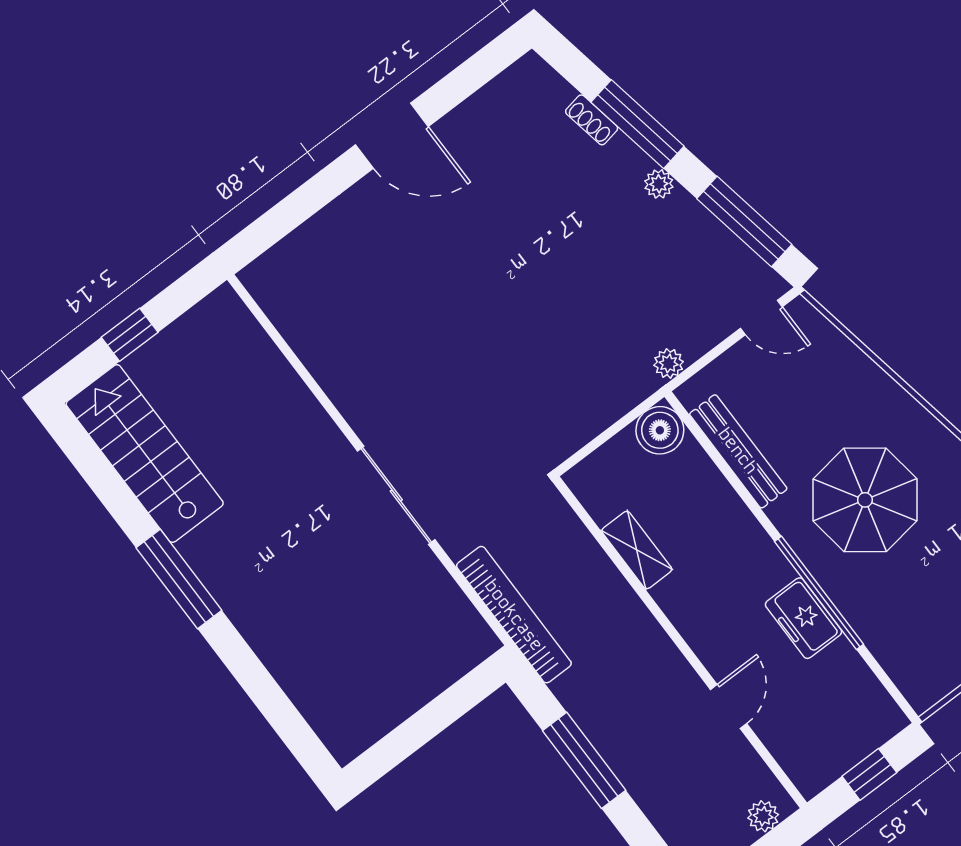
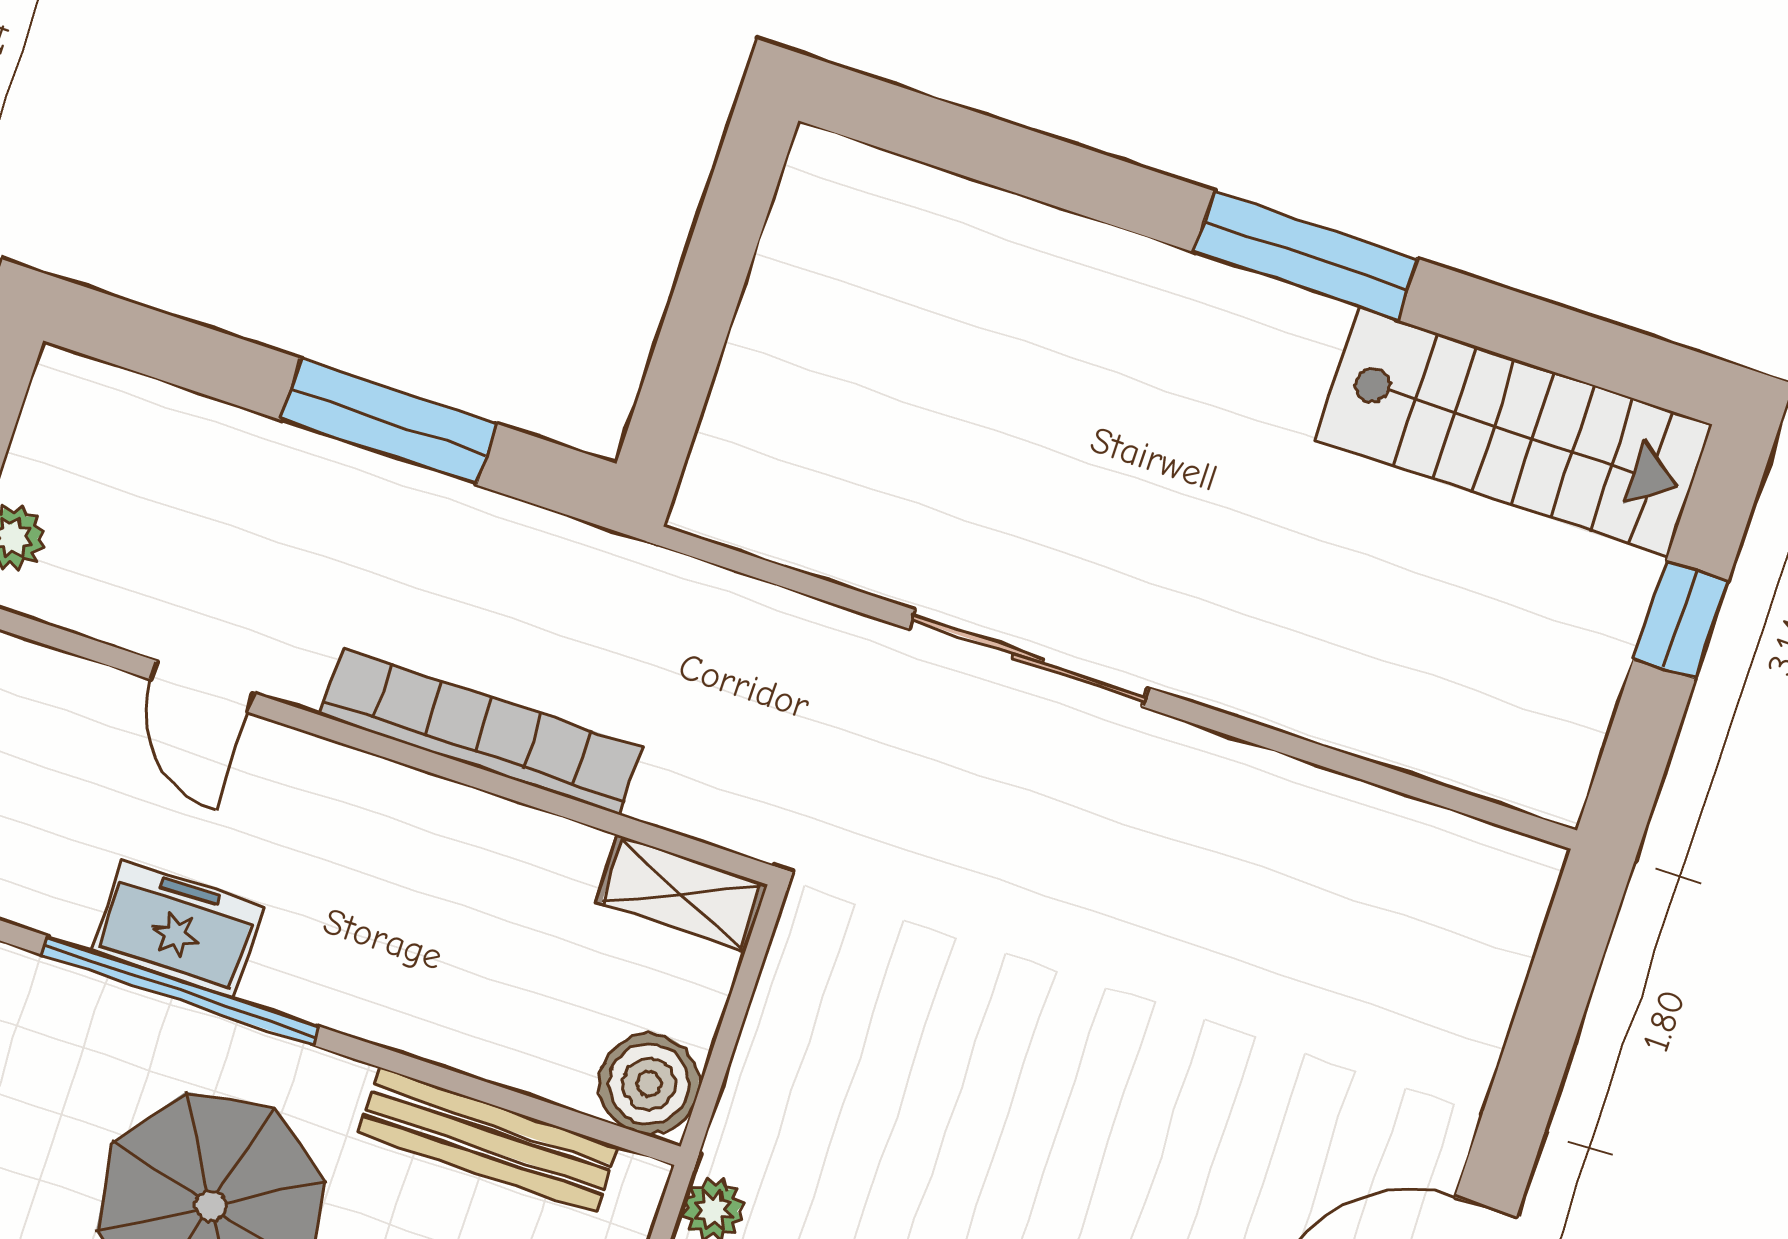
shelving: (637, 550) -> (681, 893), moved
bookcase: (514, 615) -> (481, 731), moved, turned 180

